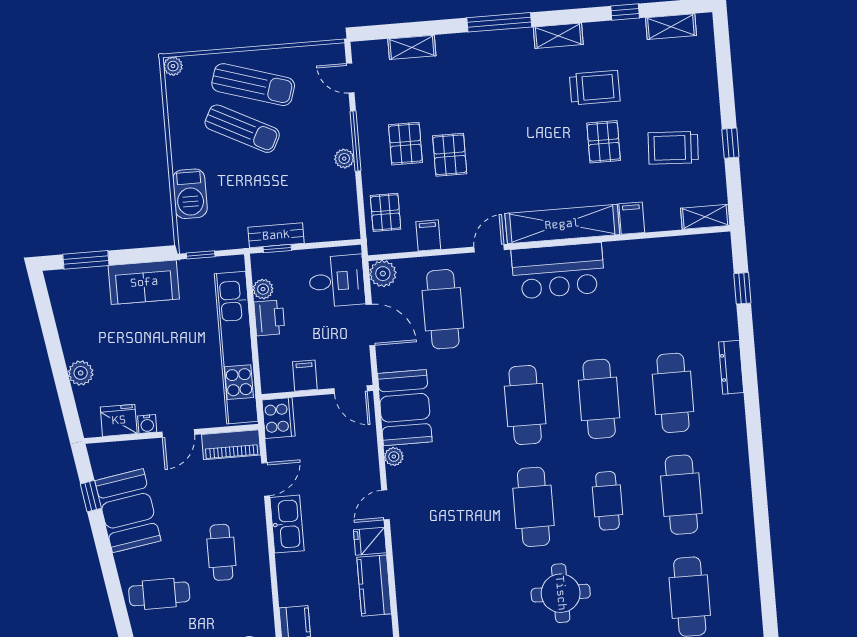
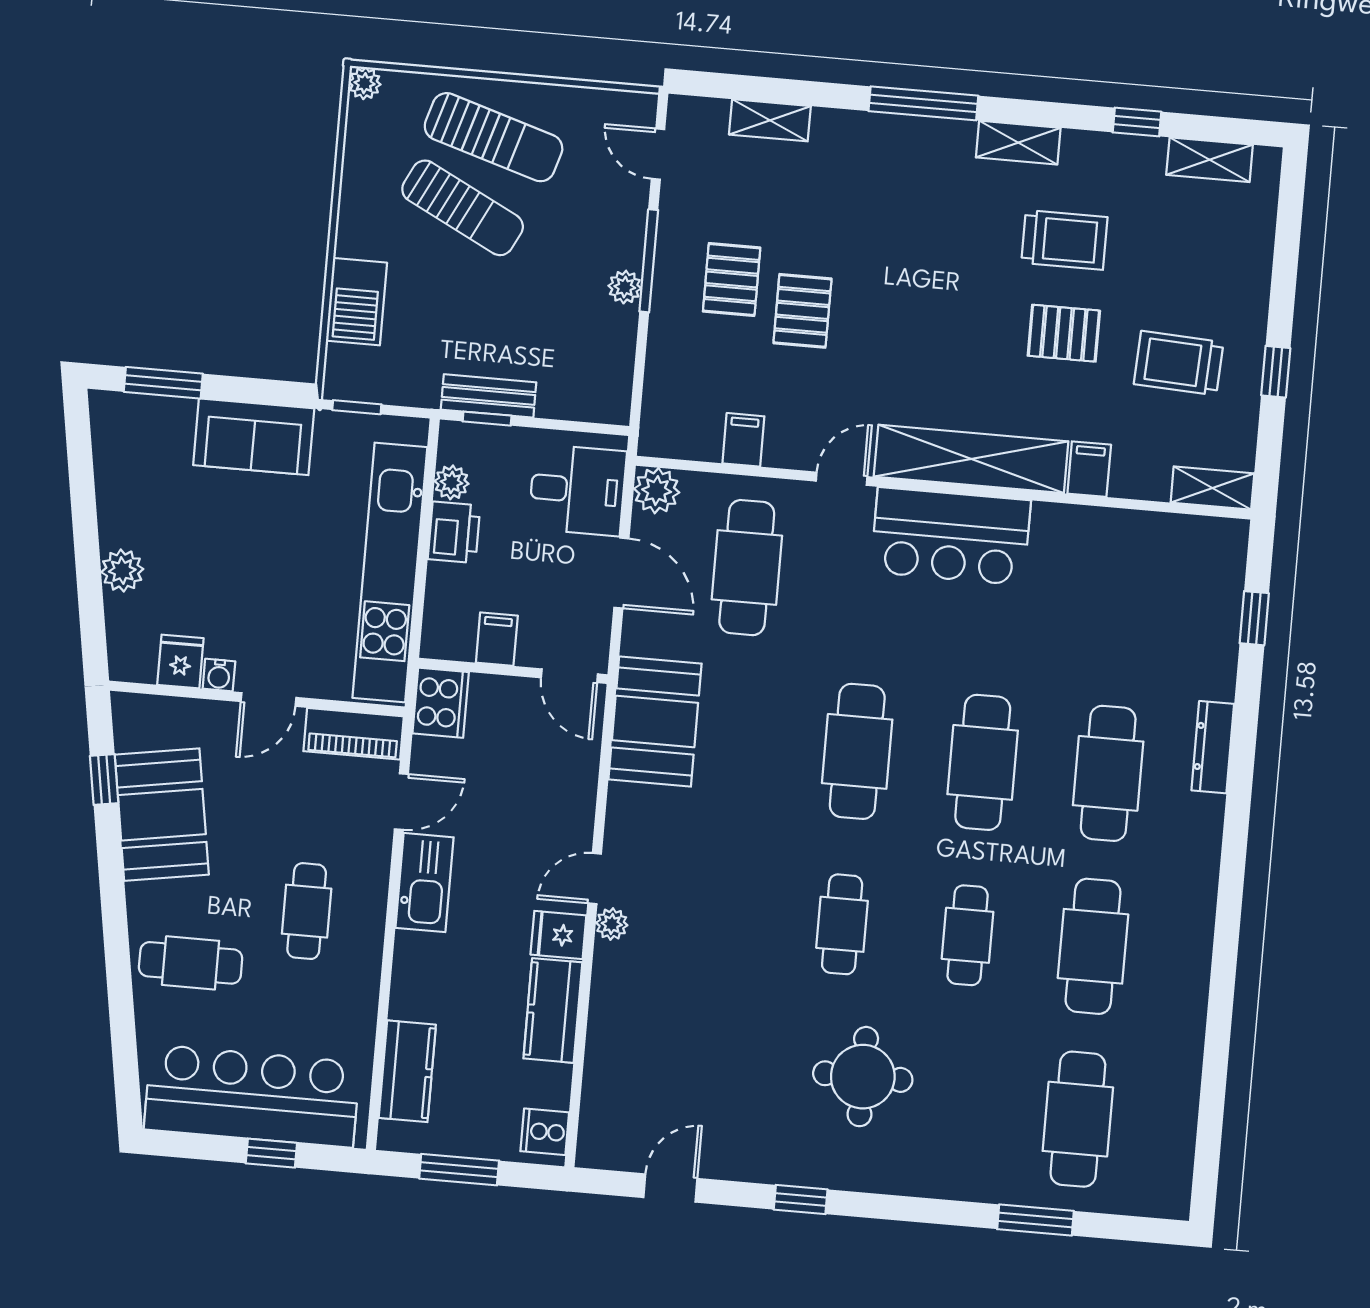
pallet: (604, 142) -> (1064, 333), turned 90
pallet: (386, 212) -> (679, 389), removed
fridge: (119, 420) -> (180, 661), width x0.72
plant: (394, 457) -> (612, 924), moved
cafe table: (534, 507) -> (842, 924), width x0.73, depth x0.74

